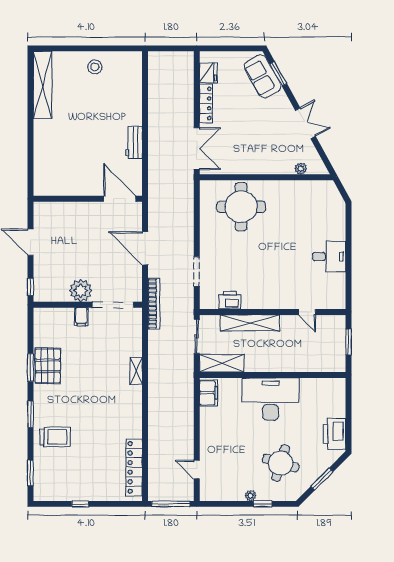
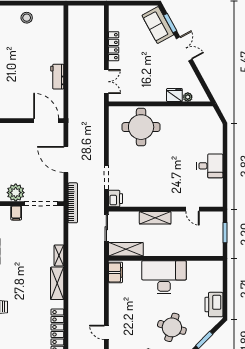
fridge: (208, 73) -> (174, 95), moved, turned -90
double door: (305, 123) -> (184, 49), moved
double door: (197, 149) -> (106, 82), width x0.73
printer: (230, 300) -> (115, 199), moved, turned 90
shelving: (250, 323) -> (155, 218), width x0.68
shelving: (134, 407) -> (57, 283), added

